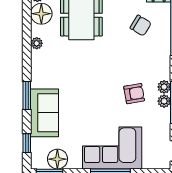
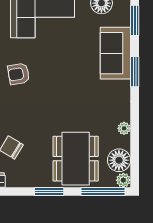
window: (27, 143) -> (135, 20), width x1.50

